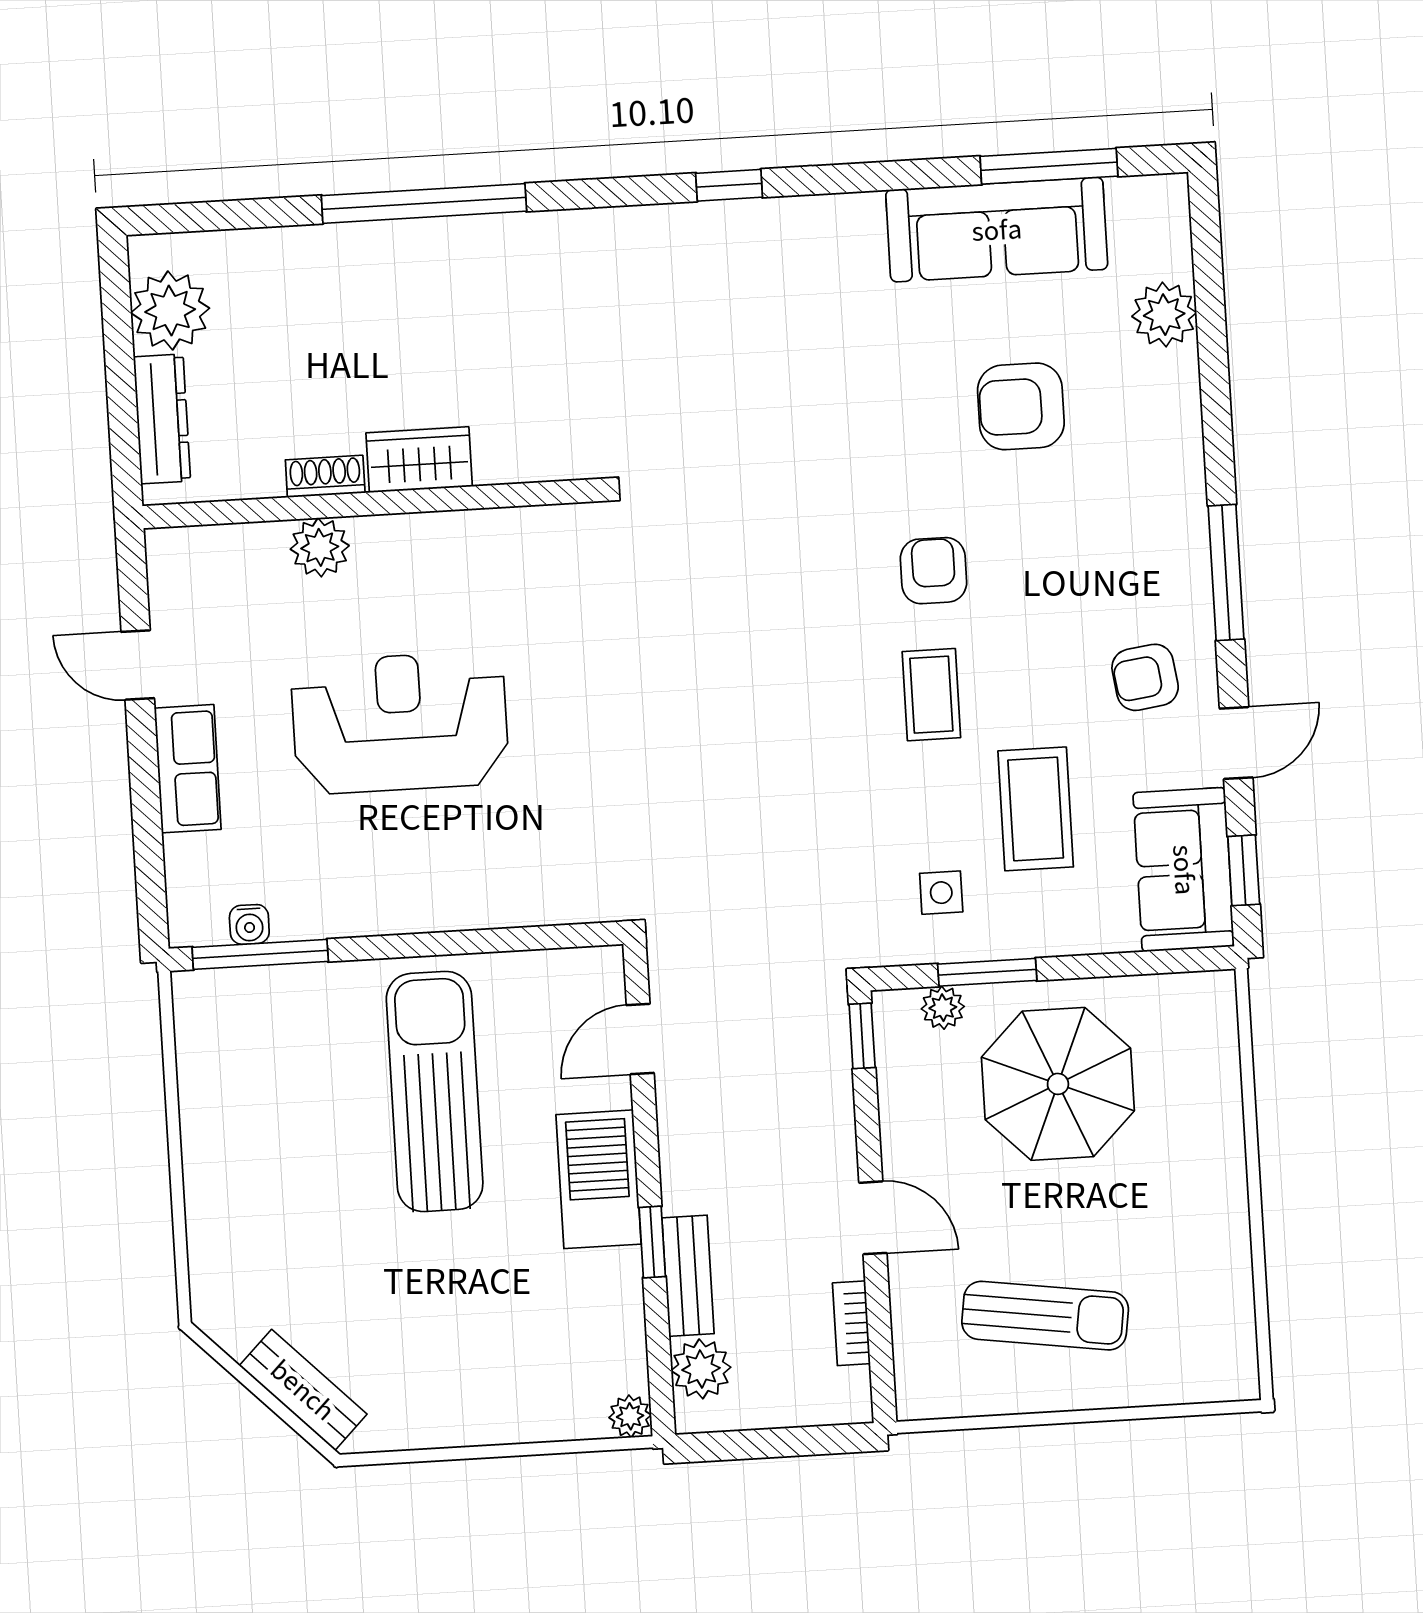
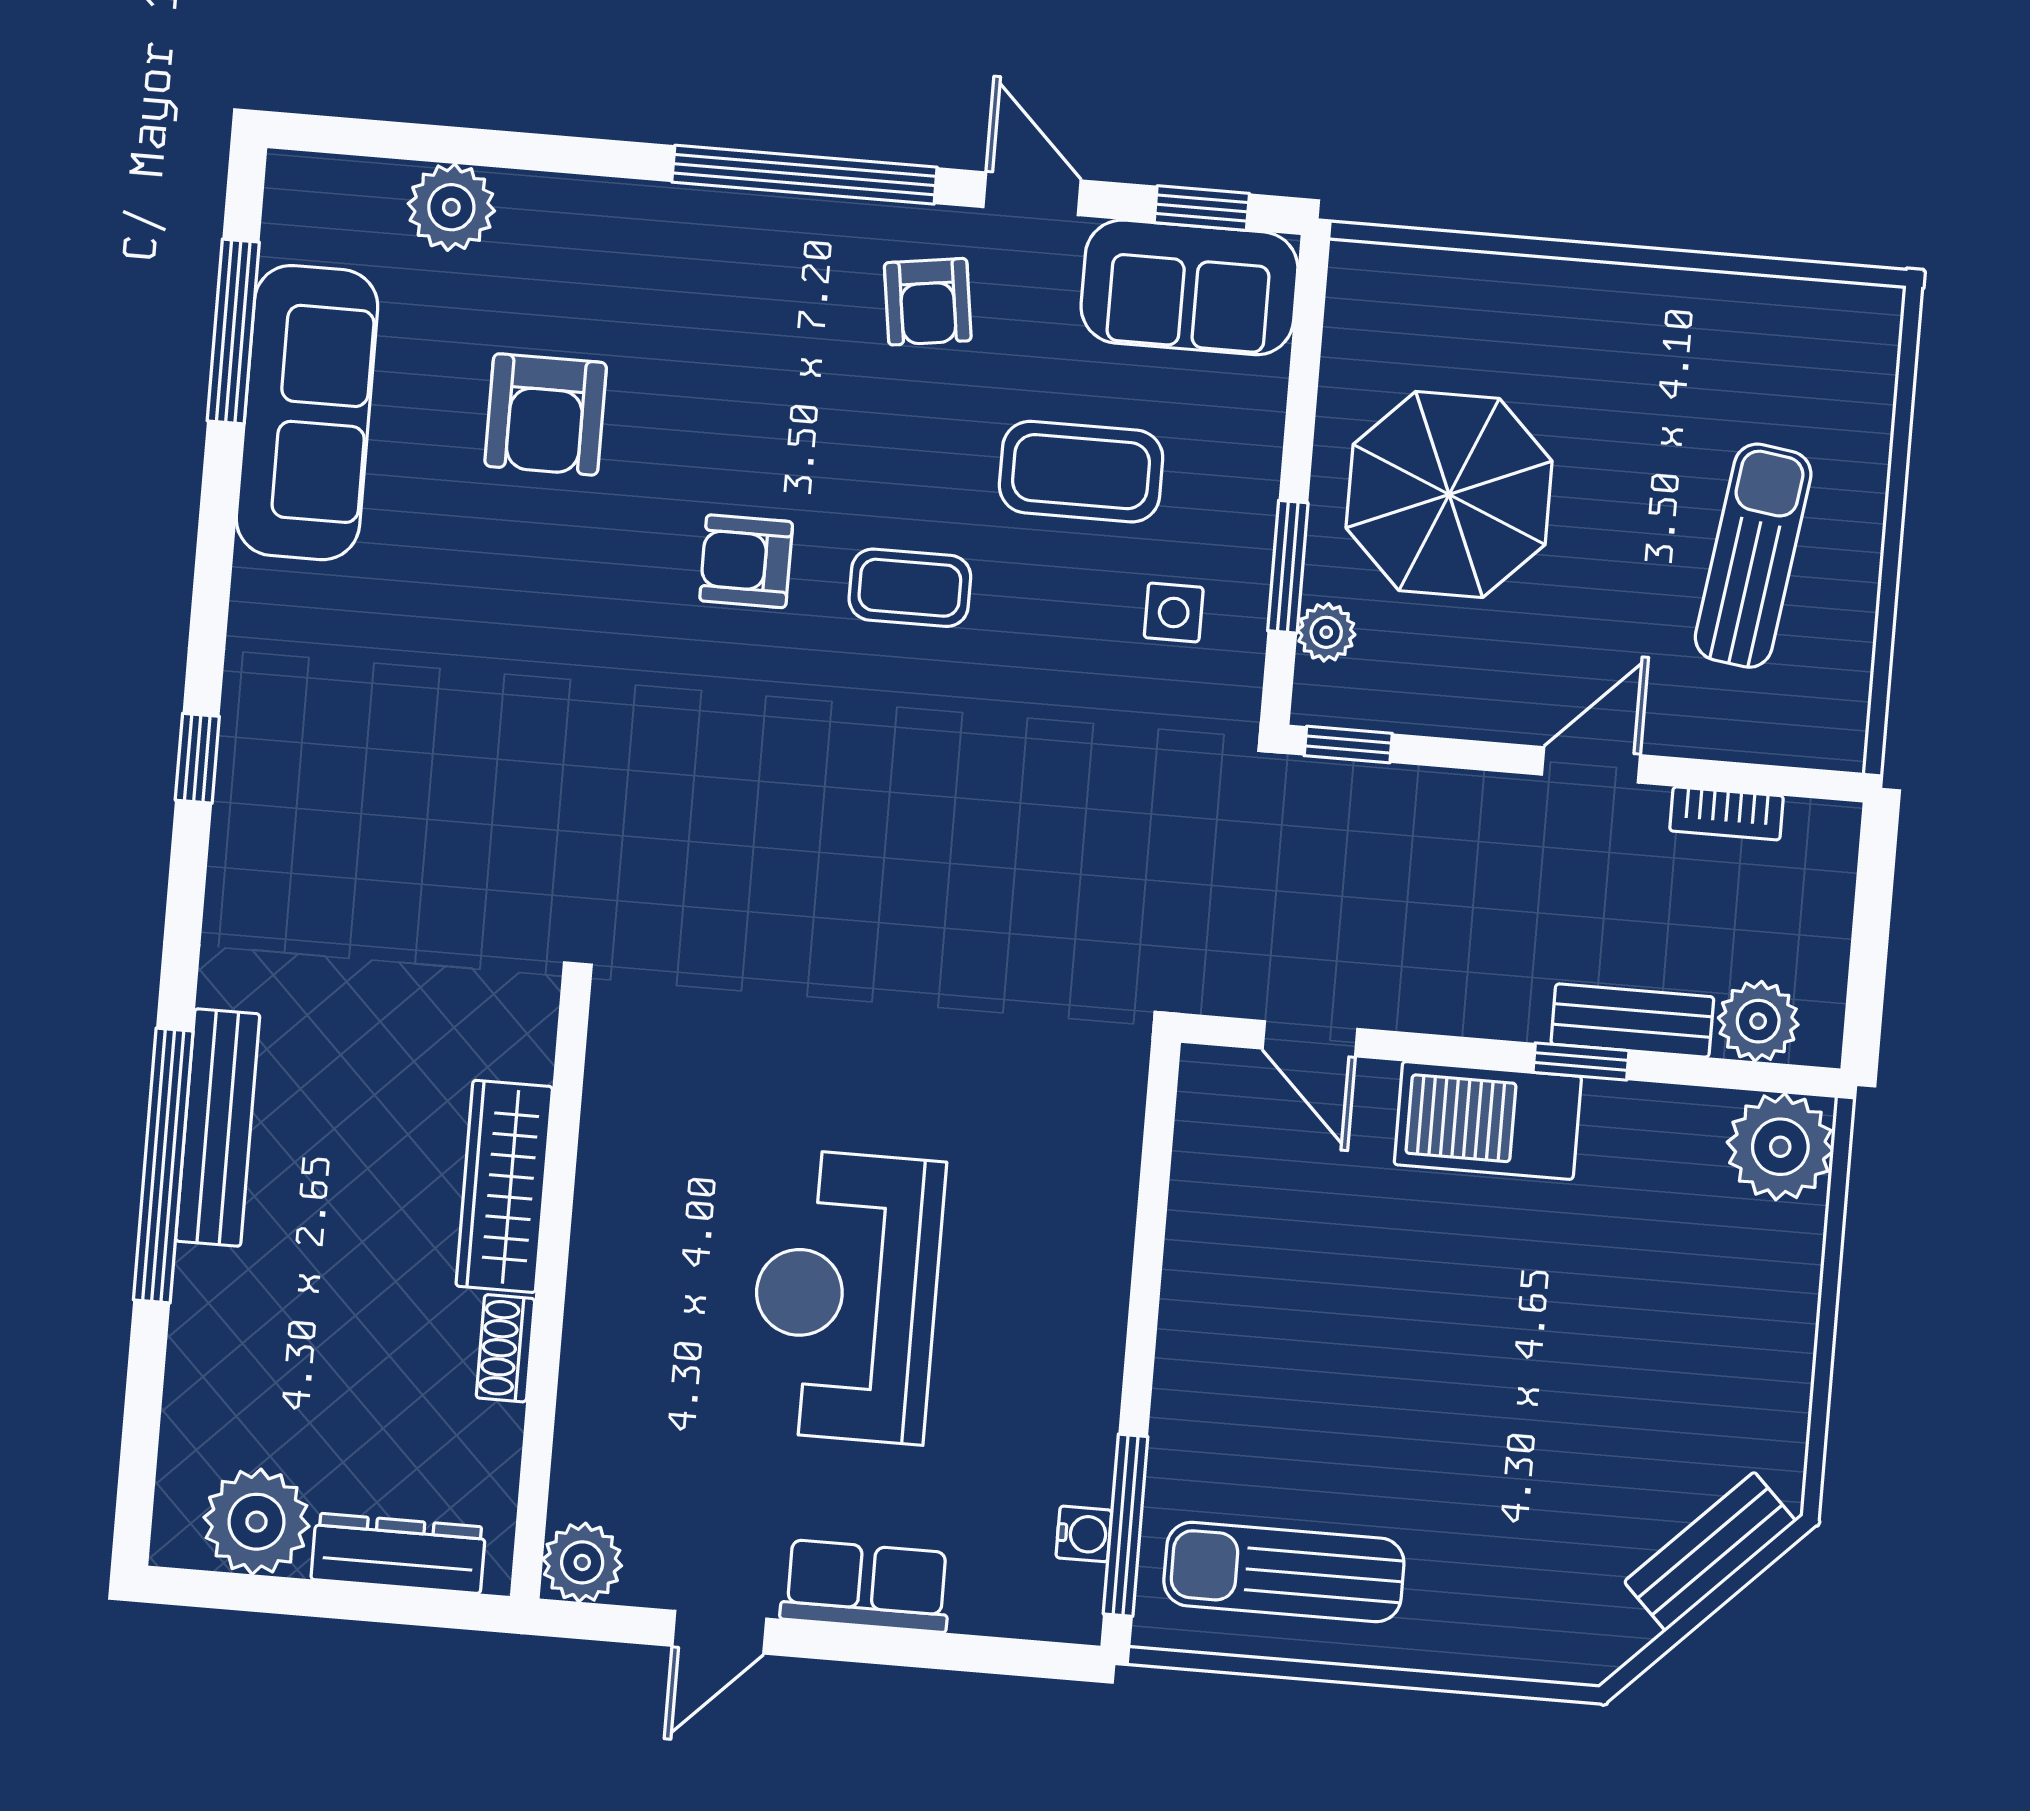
bench: (458, 240) -> (218, 1127), added
wardrobe: (419, 460) -> (504, 1186), width x1.50
plant: (320, 547) -> (582, 1562), moved
window: (1226, 572) -> (804, 175), width x1.46
sun lounger: (435, 1091) -> (1284, 1572), moved, width x0.73, depth x0.75
plant: (630, 1416) -> (1780, 1147), width x1.88, depth x1.88

